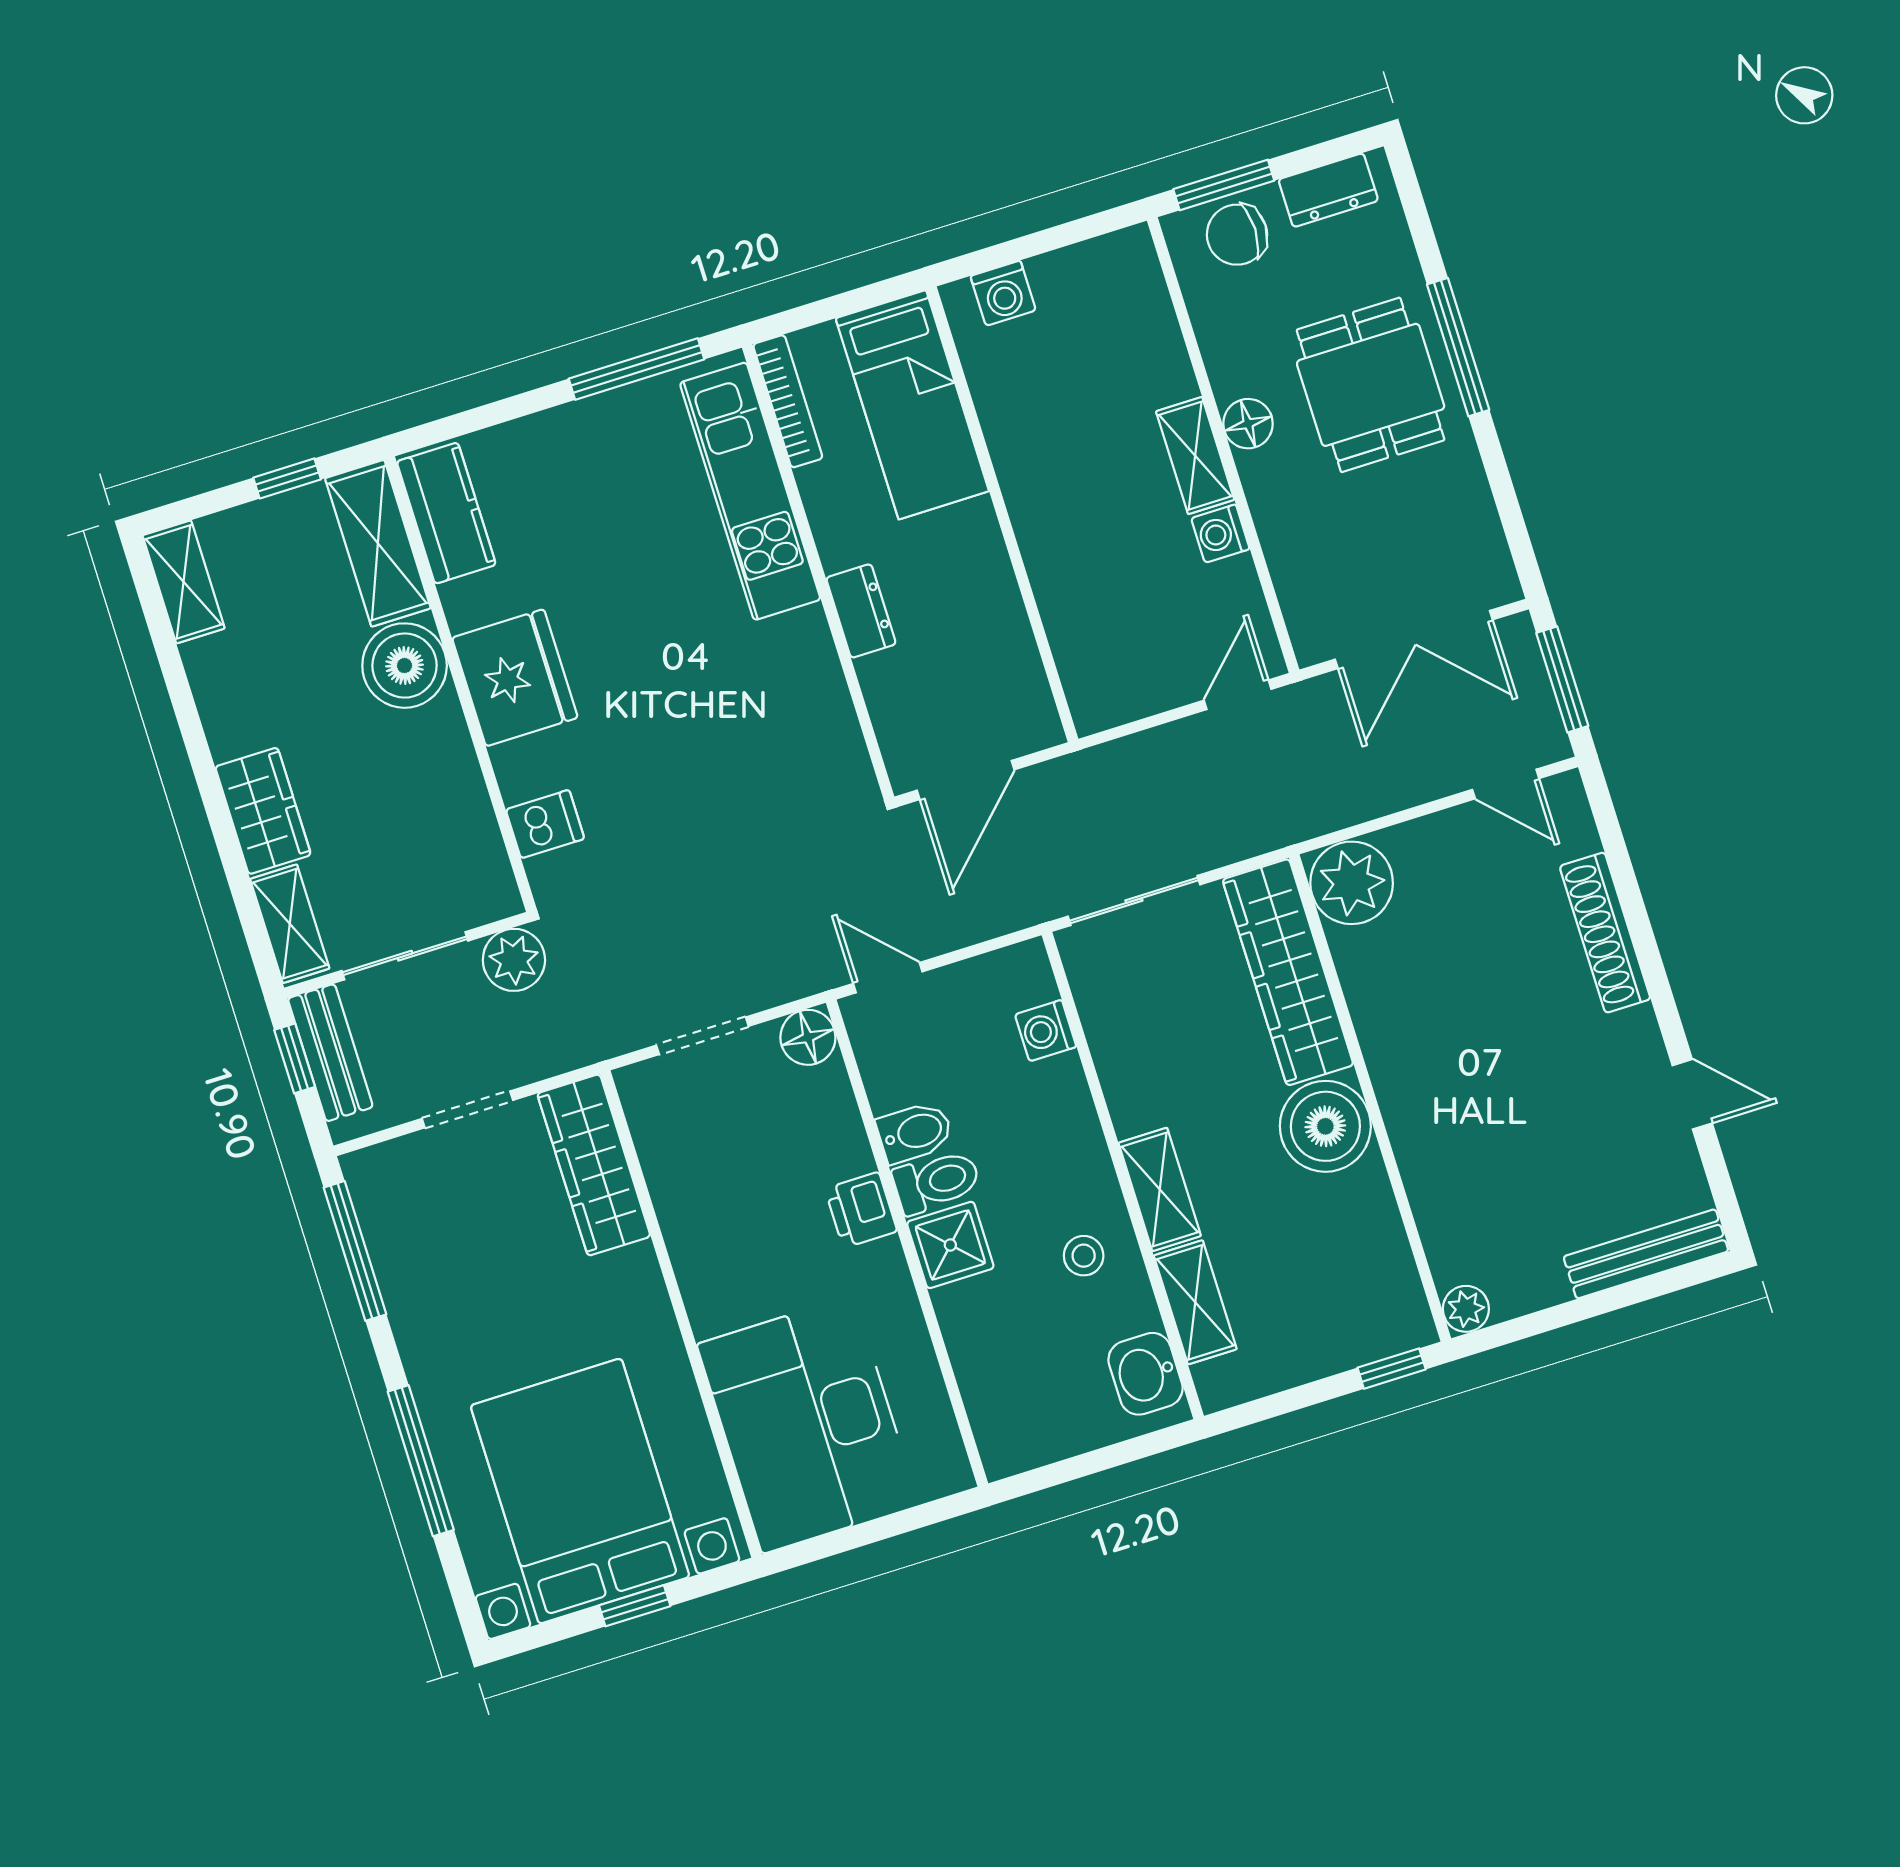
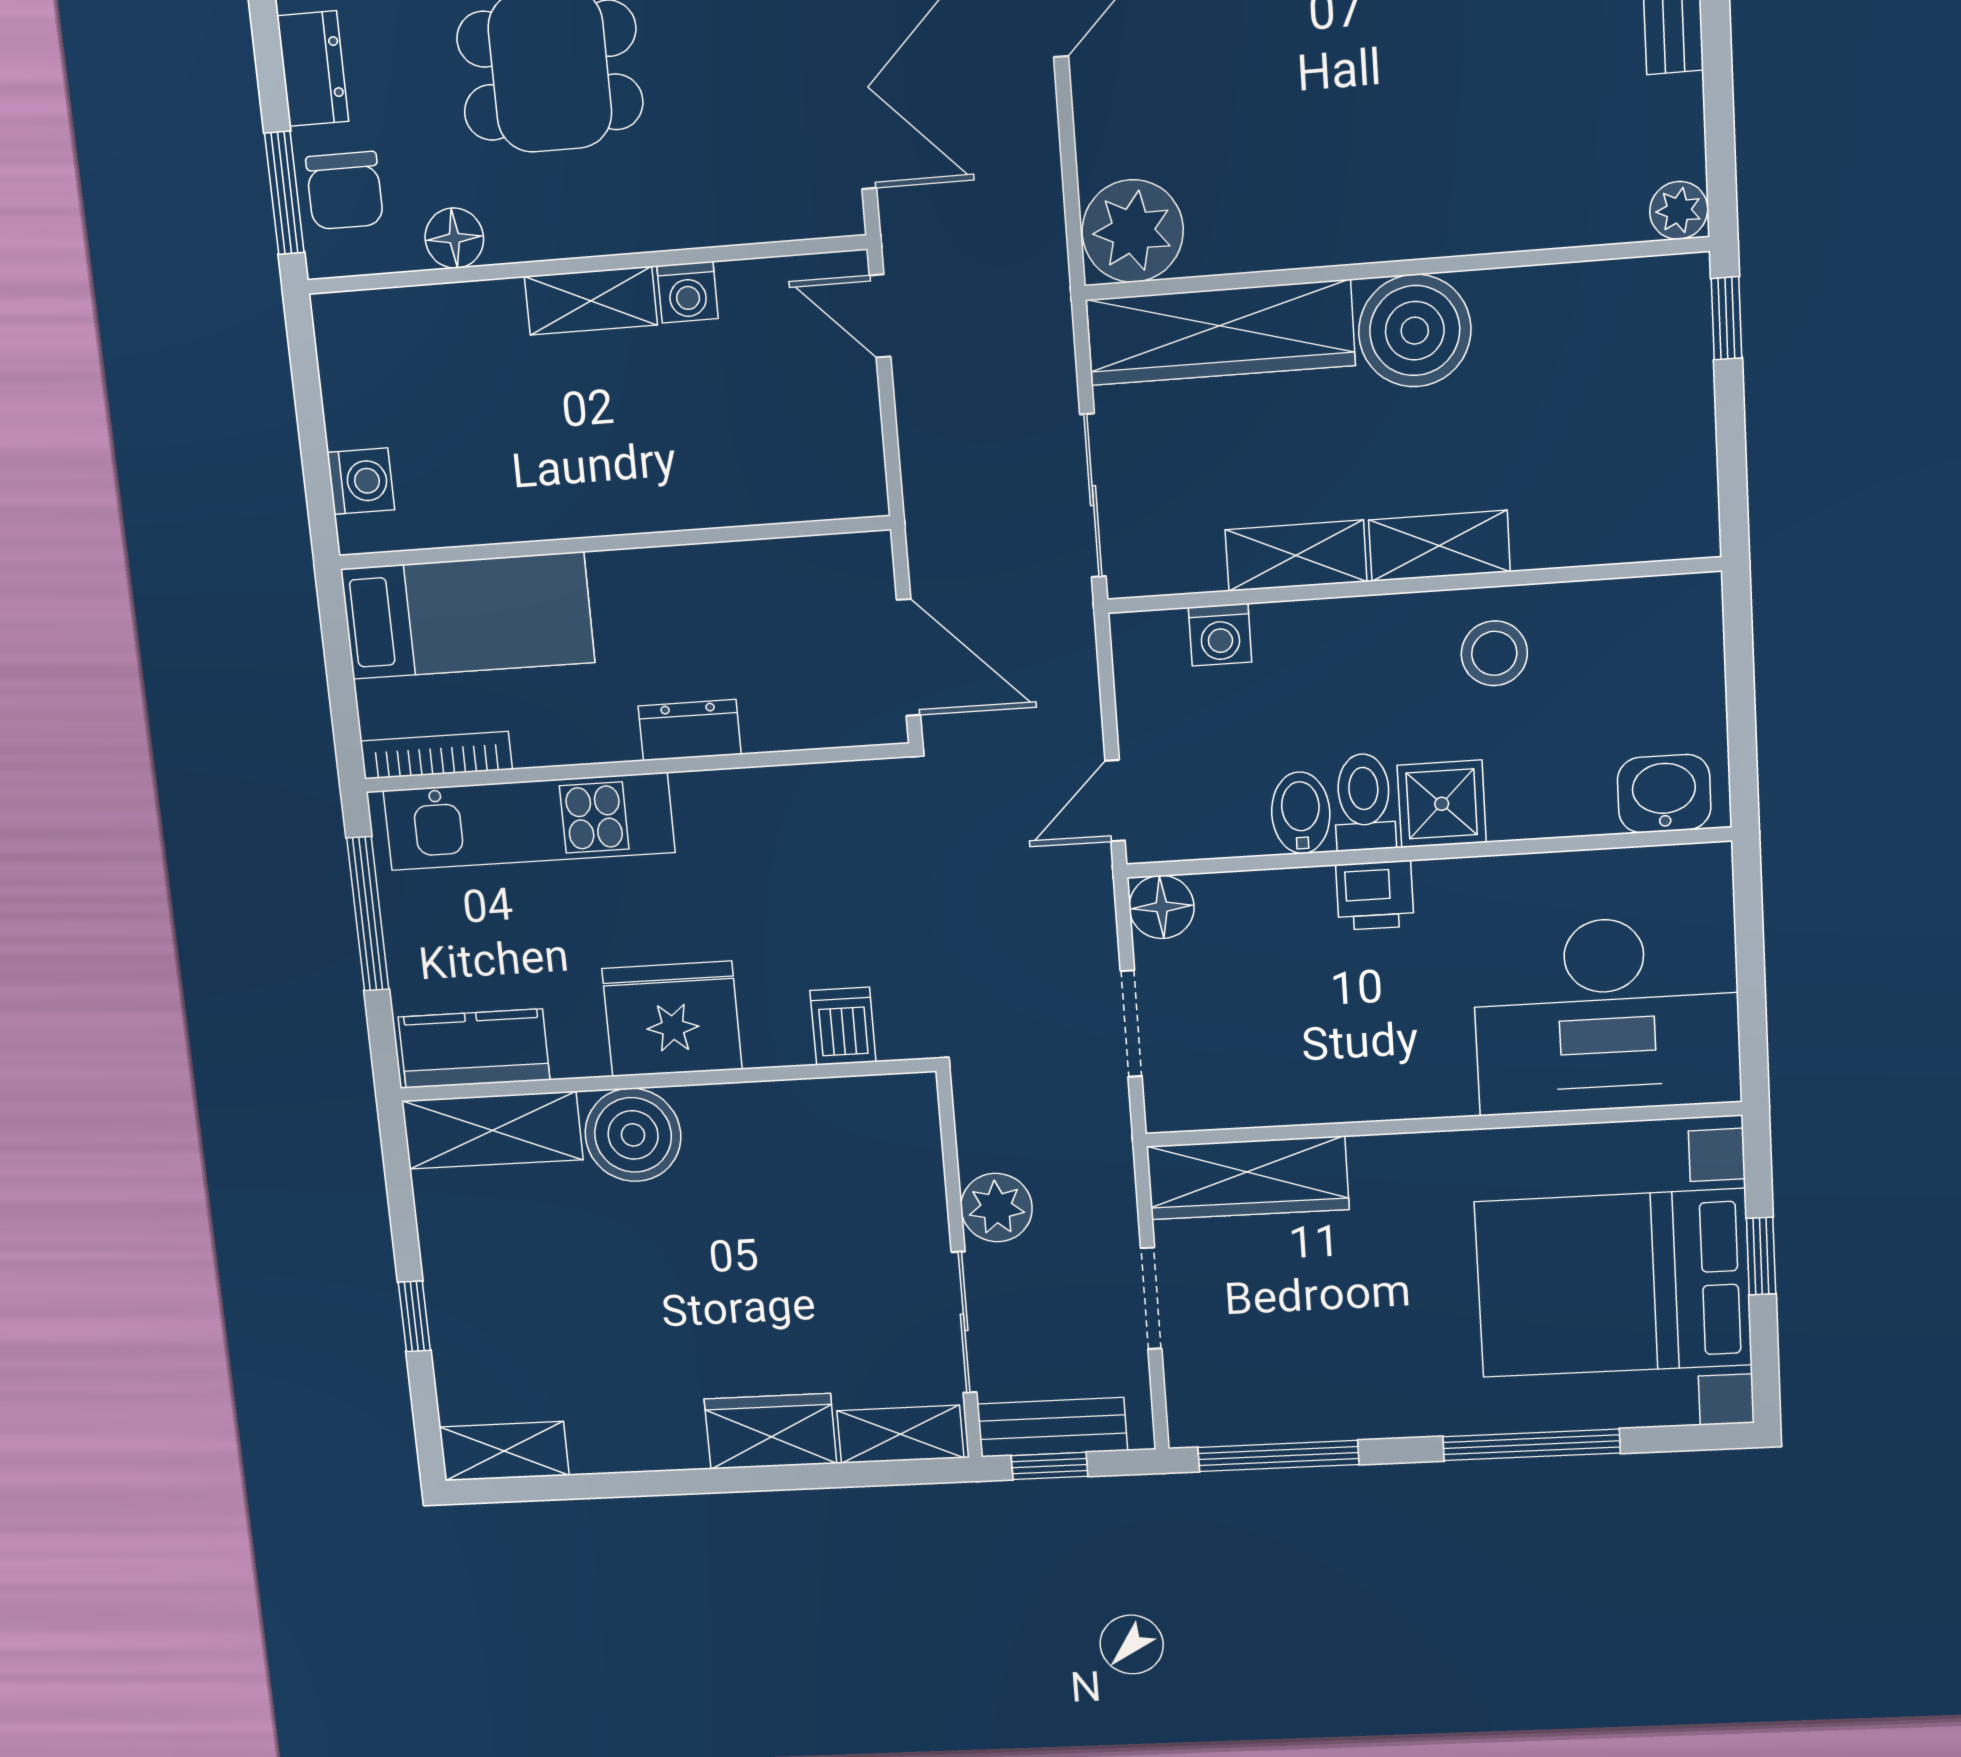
floor lamp: (1248, 424) -> (454, 238), moved
kitchen counter: (446, 513) -> (474, 1049), moved
shelving: (378, 543) -> (492, 1130), moved
boiler: (405, 666) -> (633, 1135), moved
fridge: (515, 678) -> (672, 1019), moved
wall: (460, 684) -> (666, 1080), moved
dishwasher: (545, 824) -> (843, 1026), moved
stool: (1084, 1256) -> (1494, 653), width x1.37, depth x1.37
shelving: (1195, 1302) -> (1296, 556), moved
washbasin: (1146, 1374) -> (1664, 794), moved, turned 180

